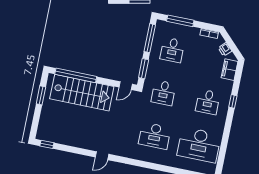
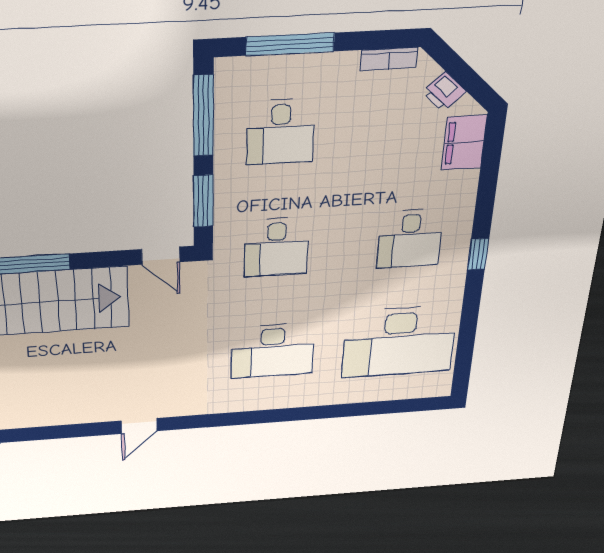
door: (126, 86) -> (161, 256), hinge flipped
window: (233, 101) -> (478, 254), moved

